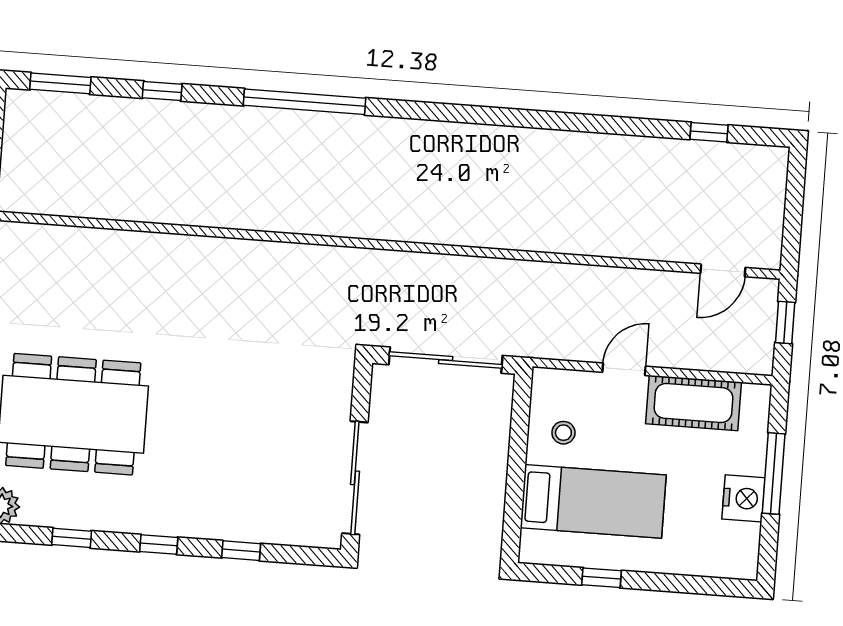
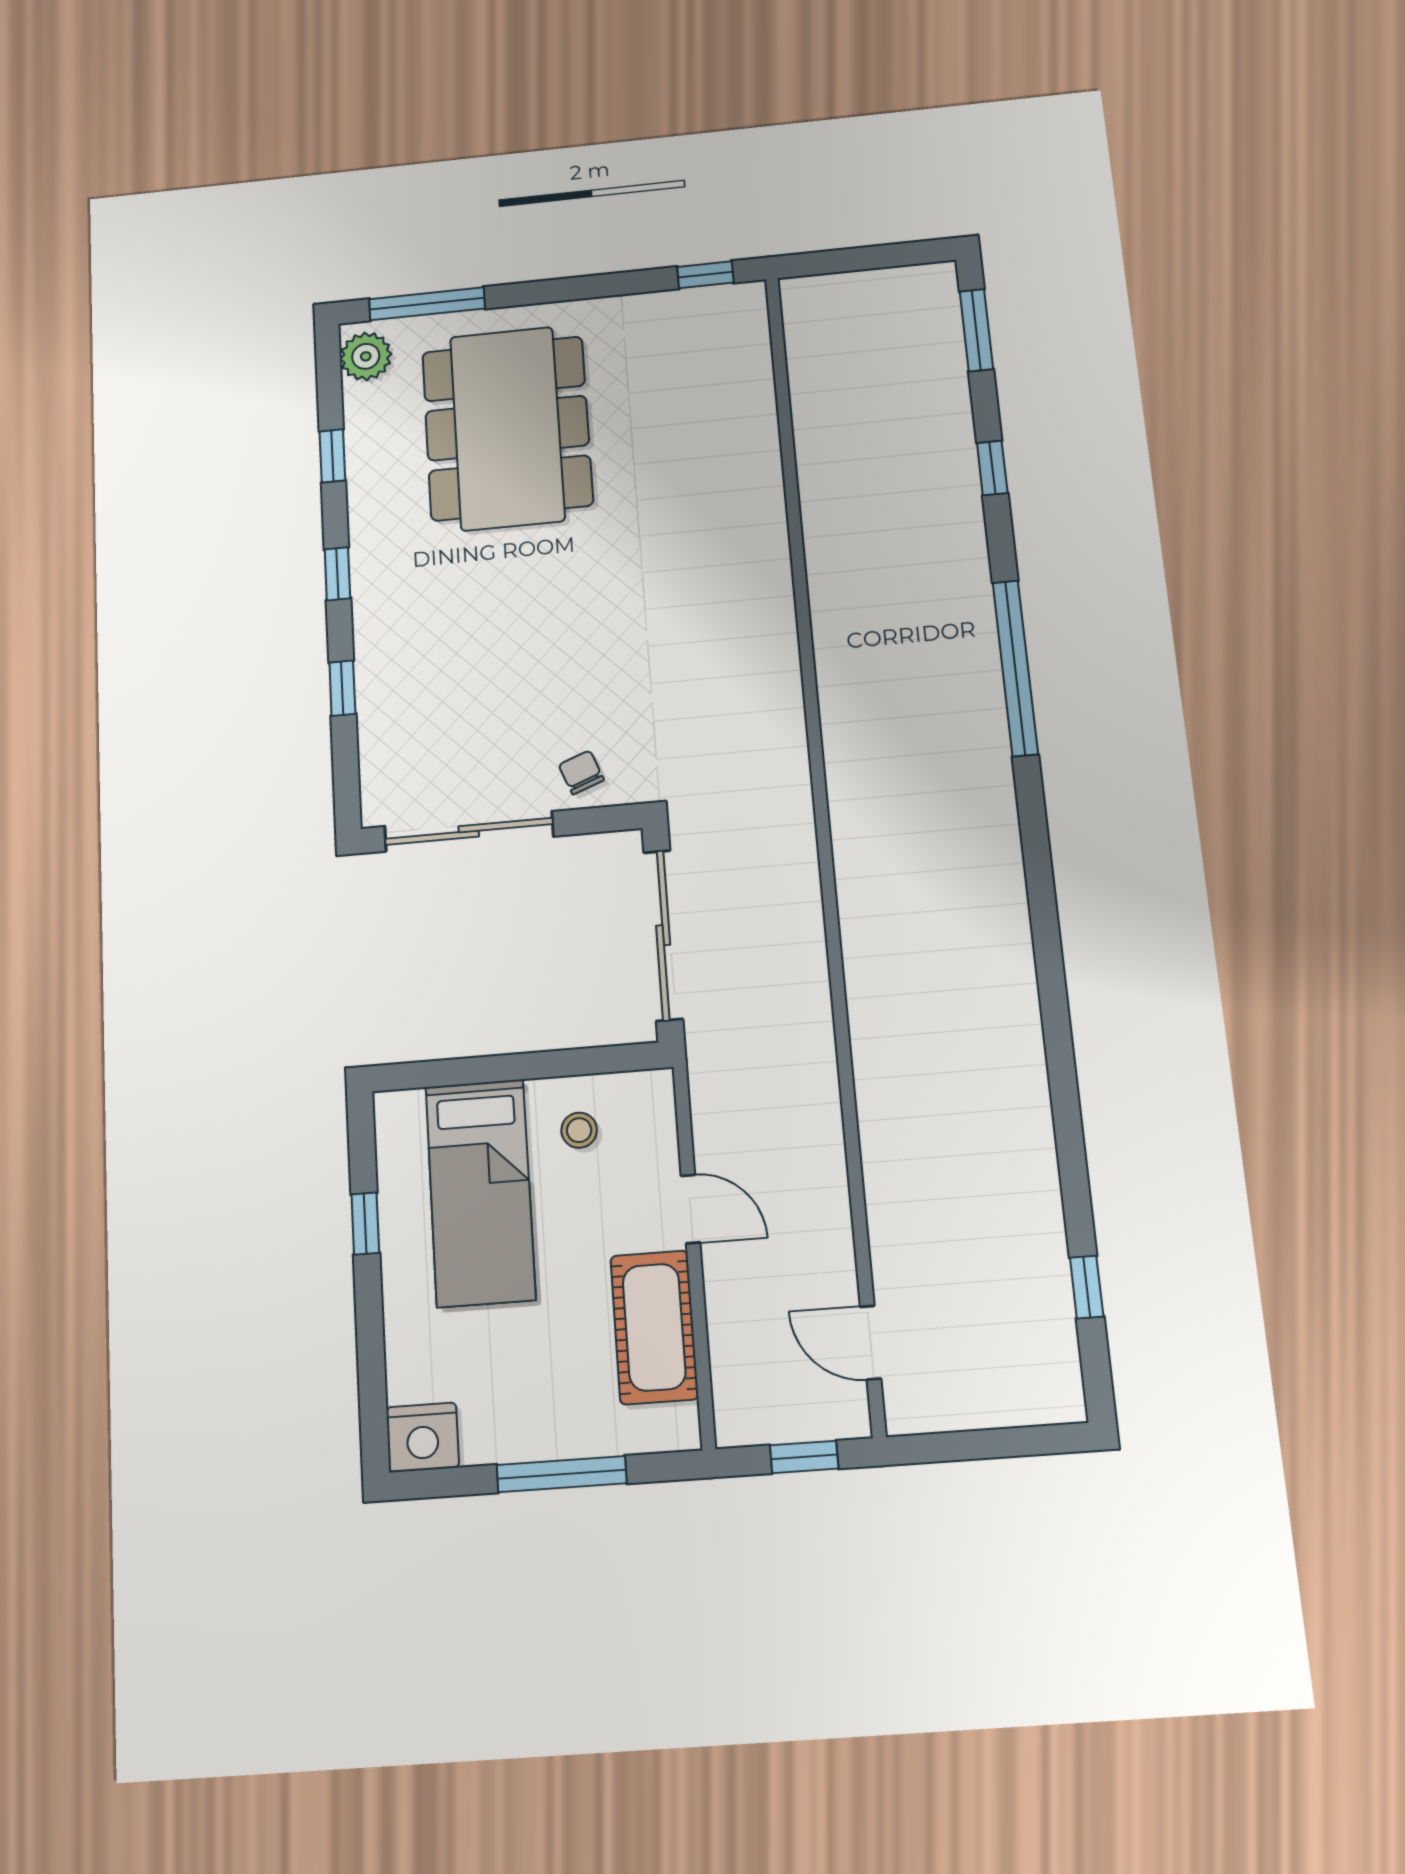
chair: (327, 398) -> (581, 772), added
nightstand: (744, 498) -> (423, 1437), moved

